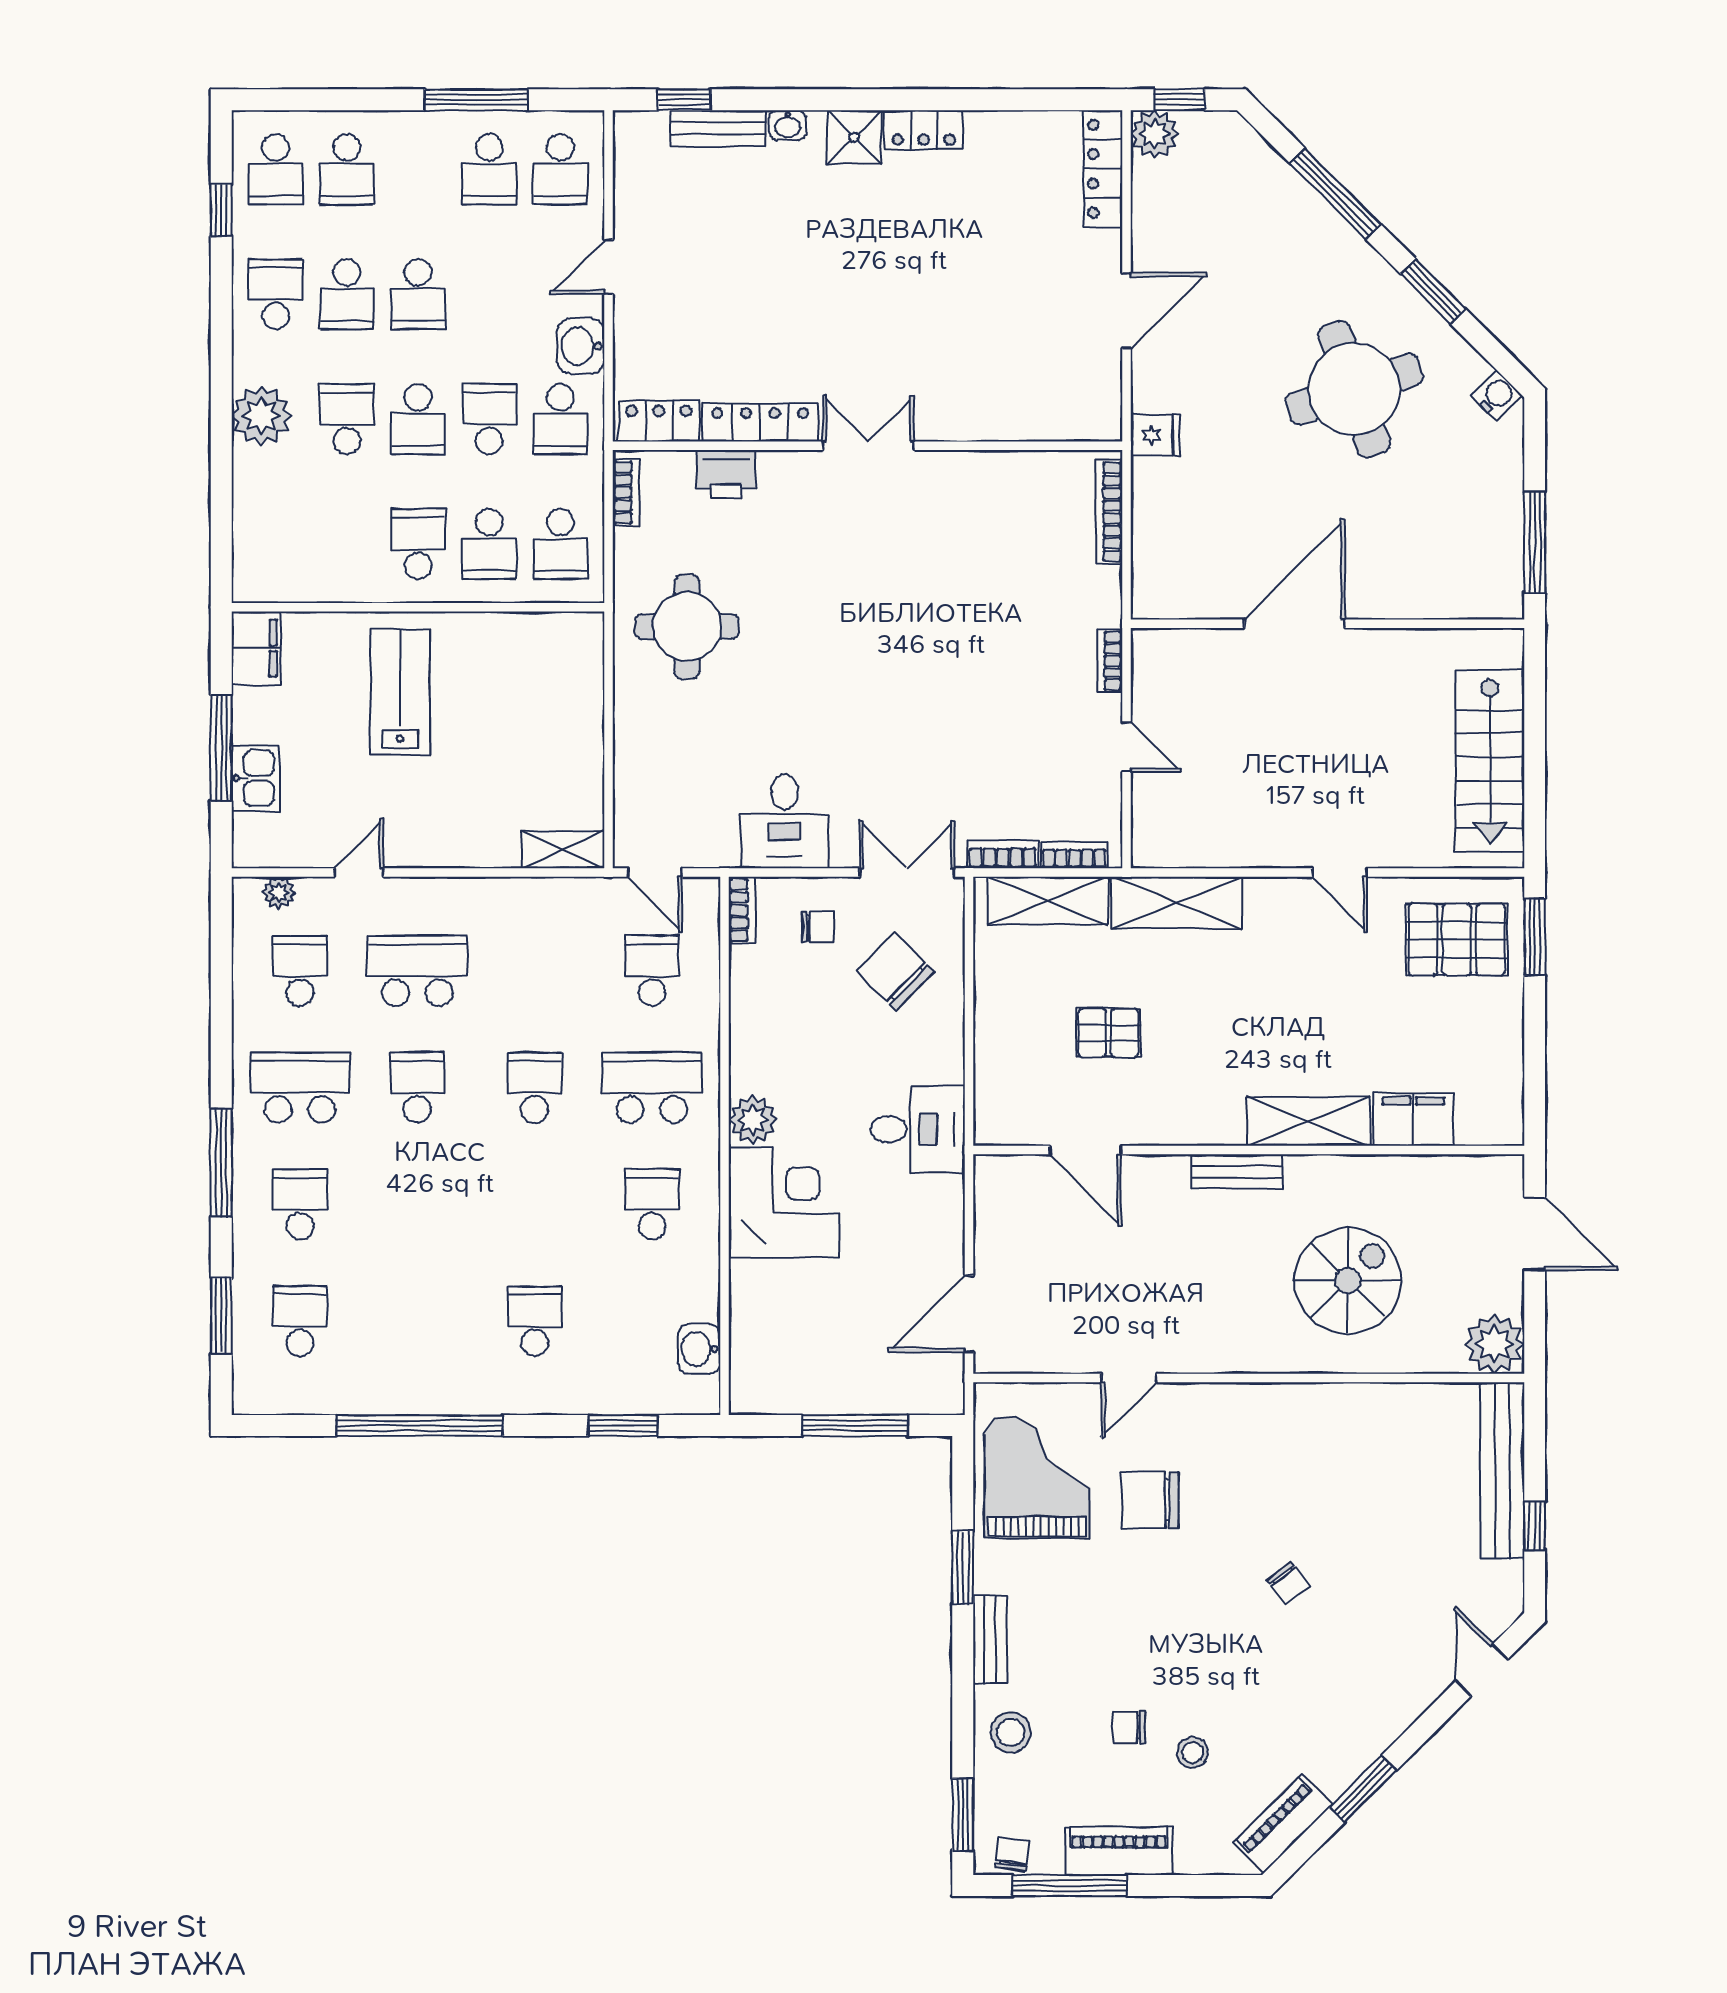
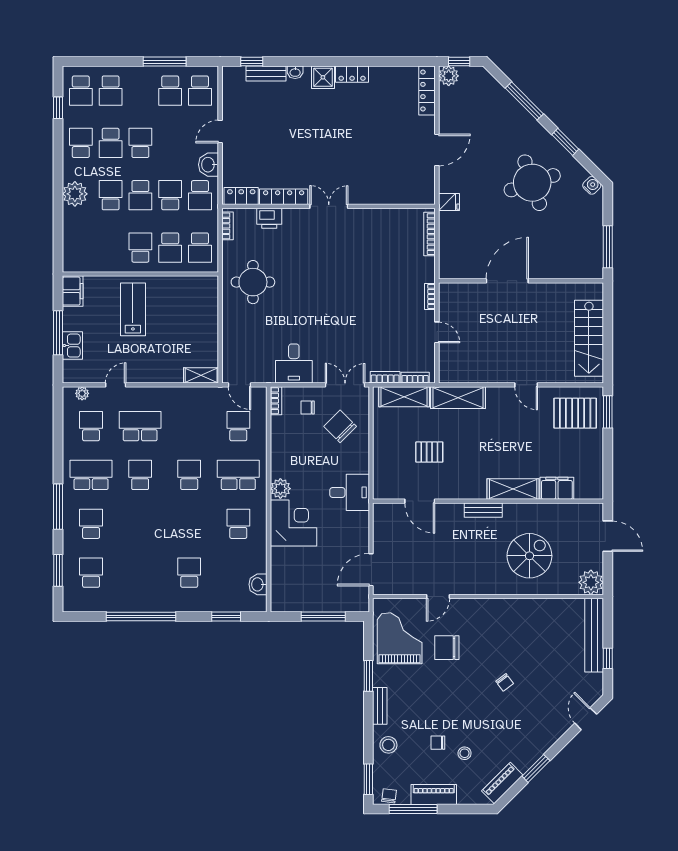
school desk: (418, 294) -> (140, 143), turned 180
chair: (818, 926) -> (308, 408), turned 180

